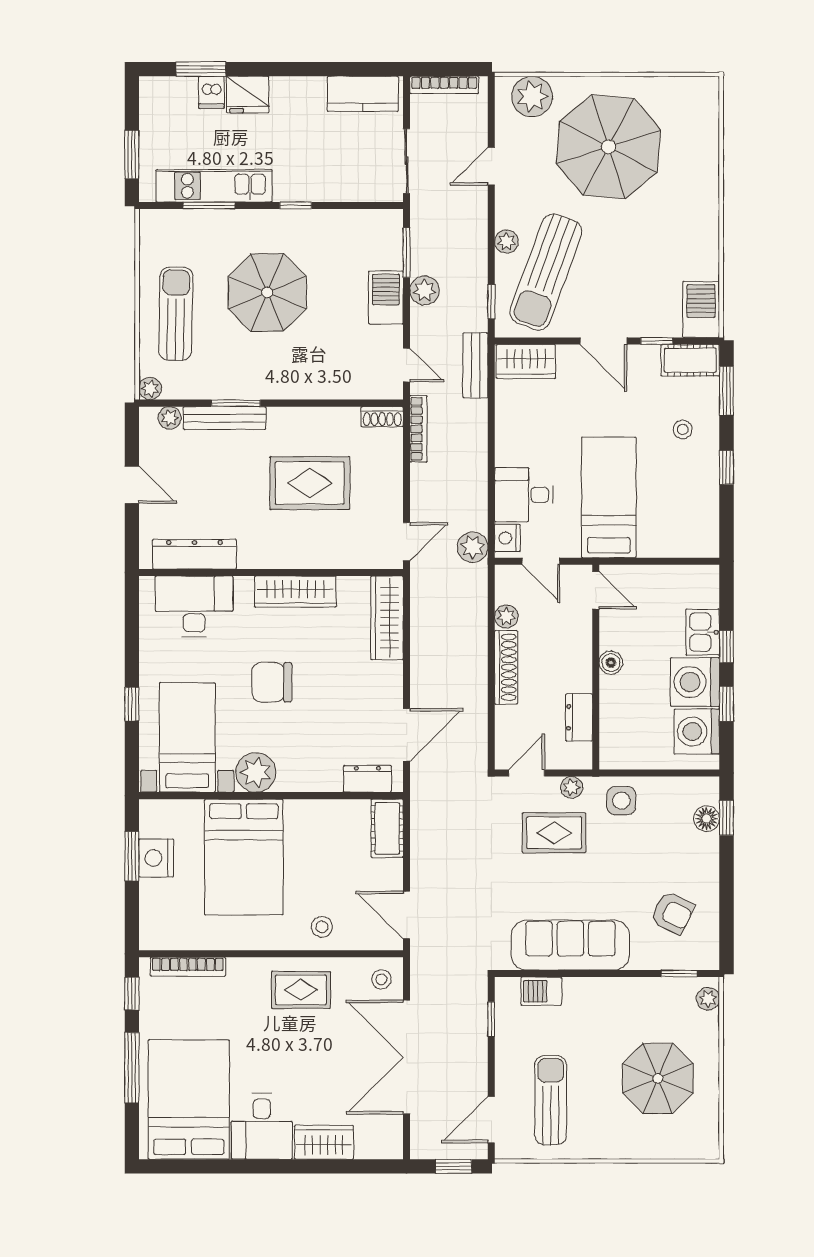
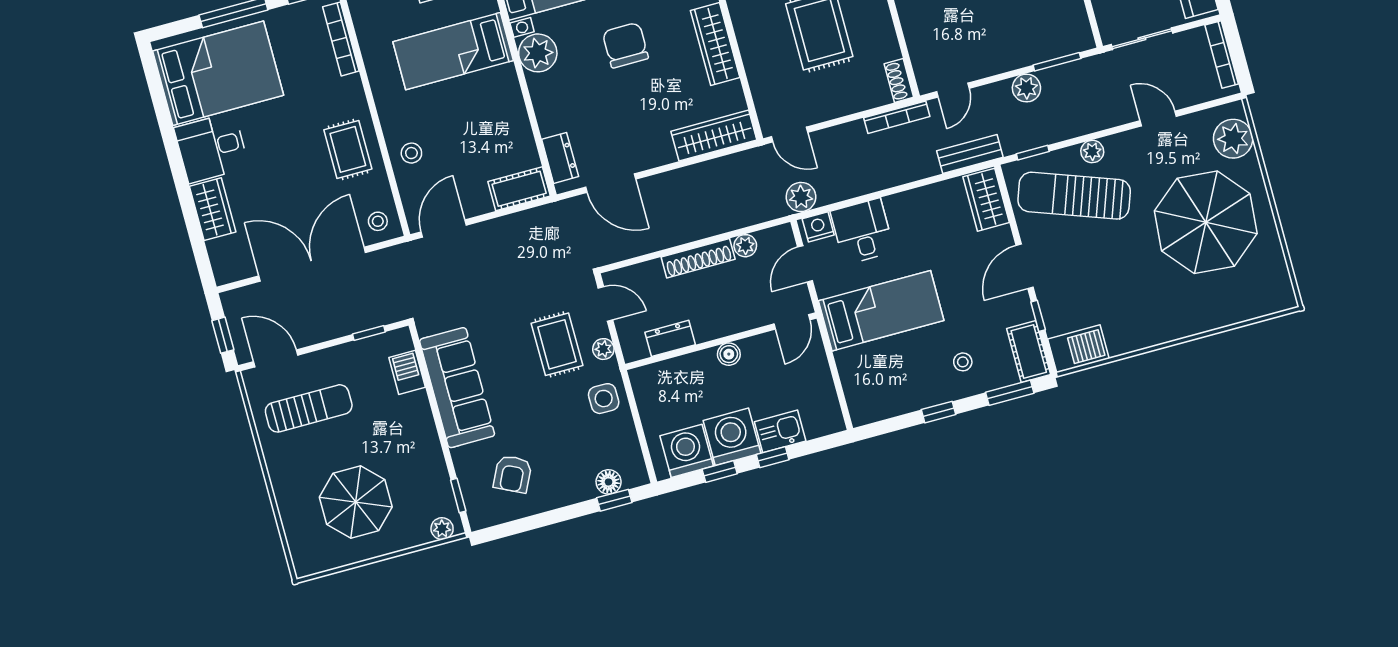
barbecue: (386, 297) -> (1010, 54), removed
bed: (244, 857) -> (453, 51), width x0.67

